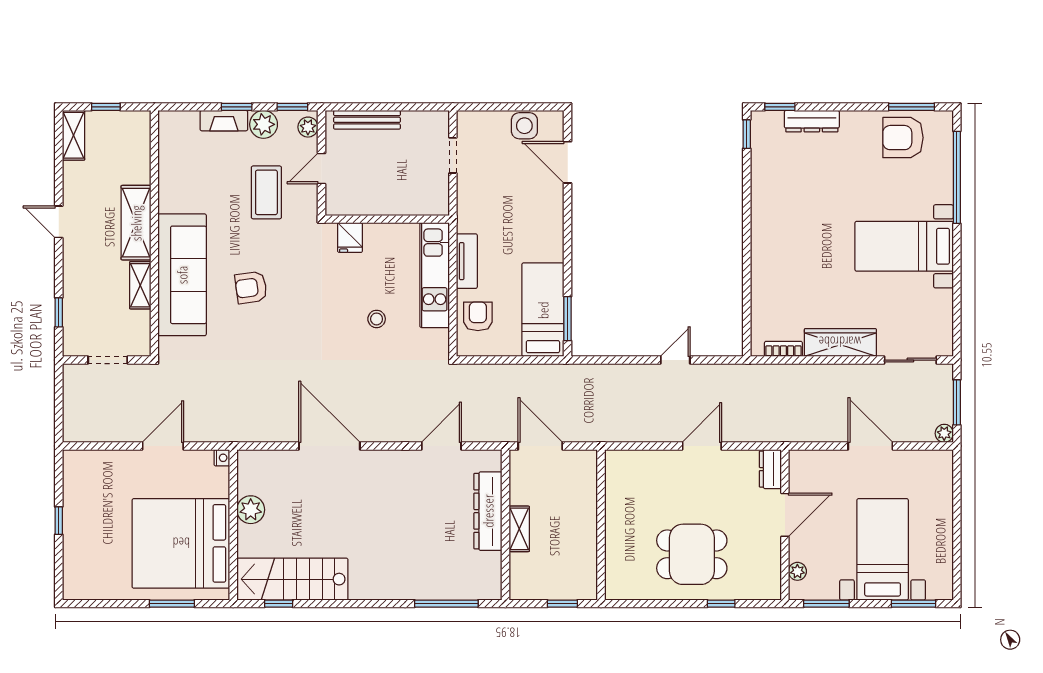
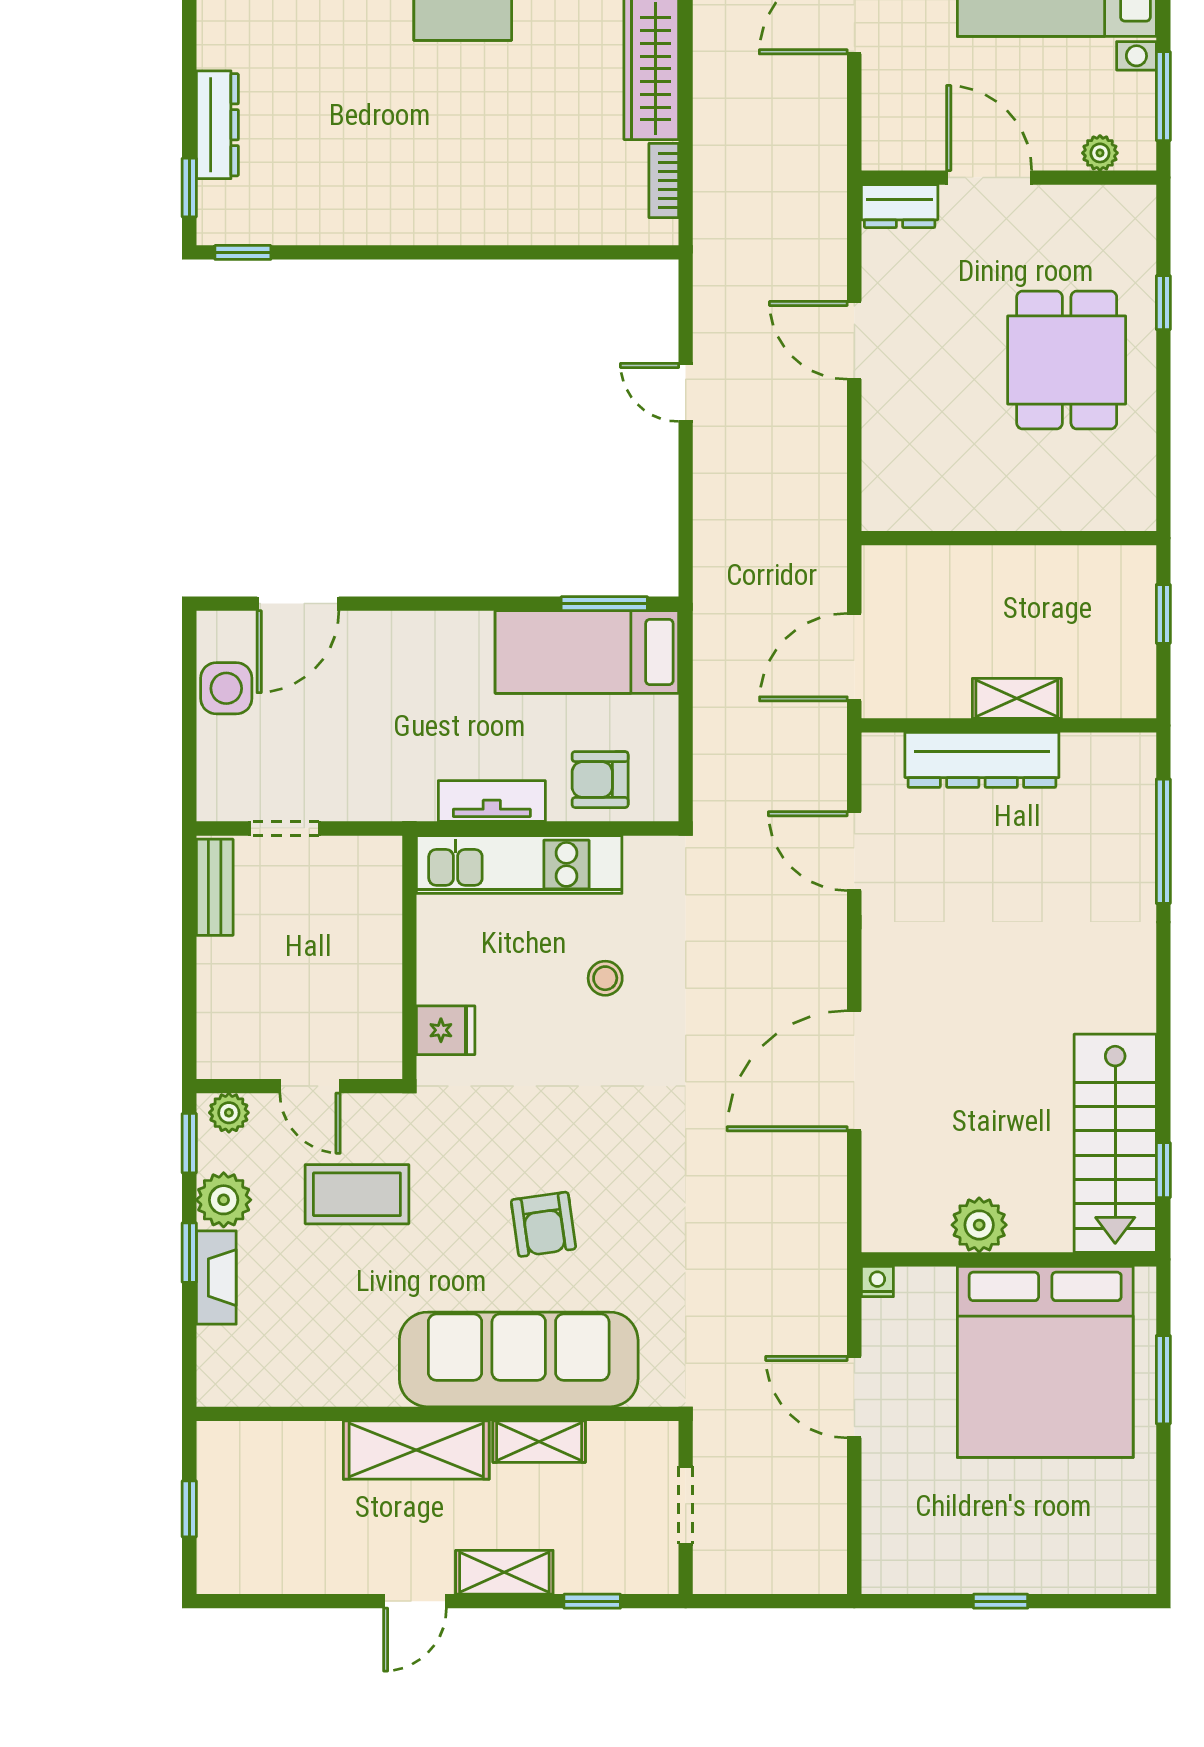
bench: (367, 120) -> (215, 887), moved, width x0.73
shelving: (74, 135) -> (504, 1572), moved

